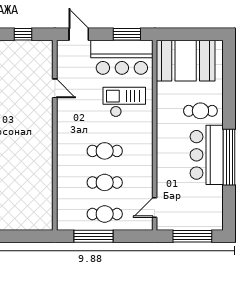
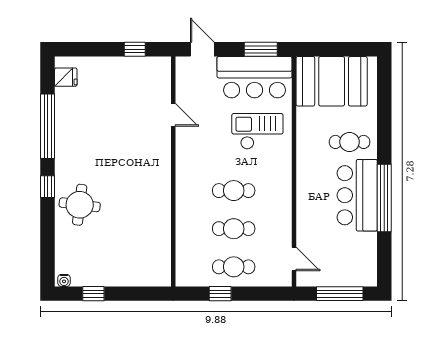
door: (155, 207) -> (294, 259), swing flipped
window: (93, 236) -> (220, 294), width x0.46

